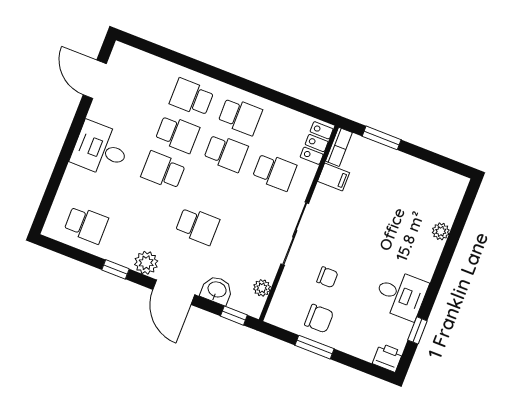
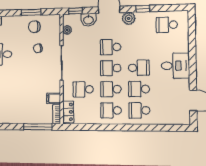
school desk: (192, 97) -> (139, 110), turned 180
window: (382, 138) -> (38, 127), width x1.44
school desk: (212, 189) -> (111, 68), added

